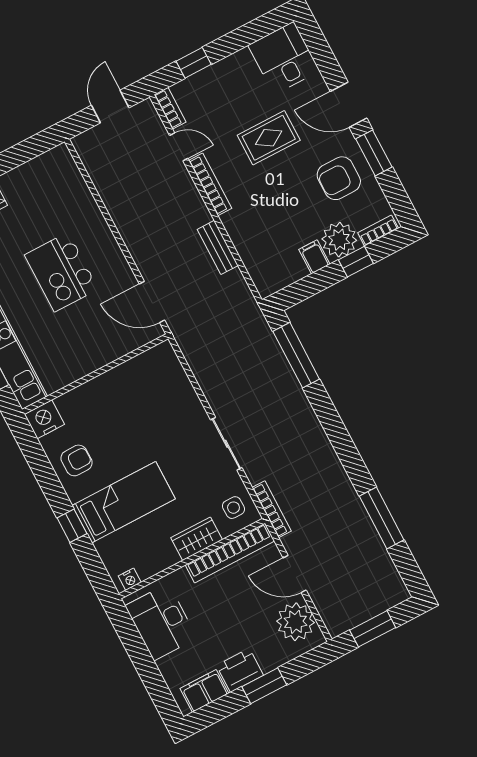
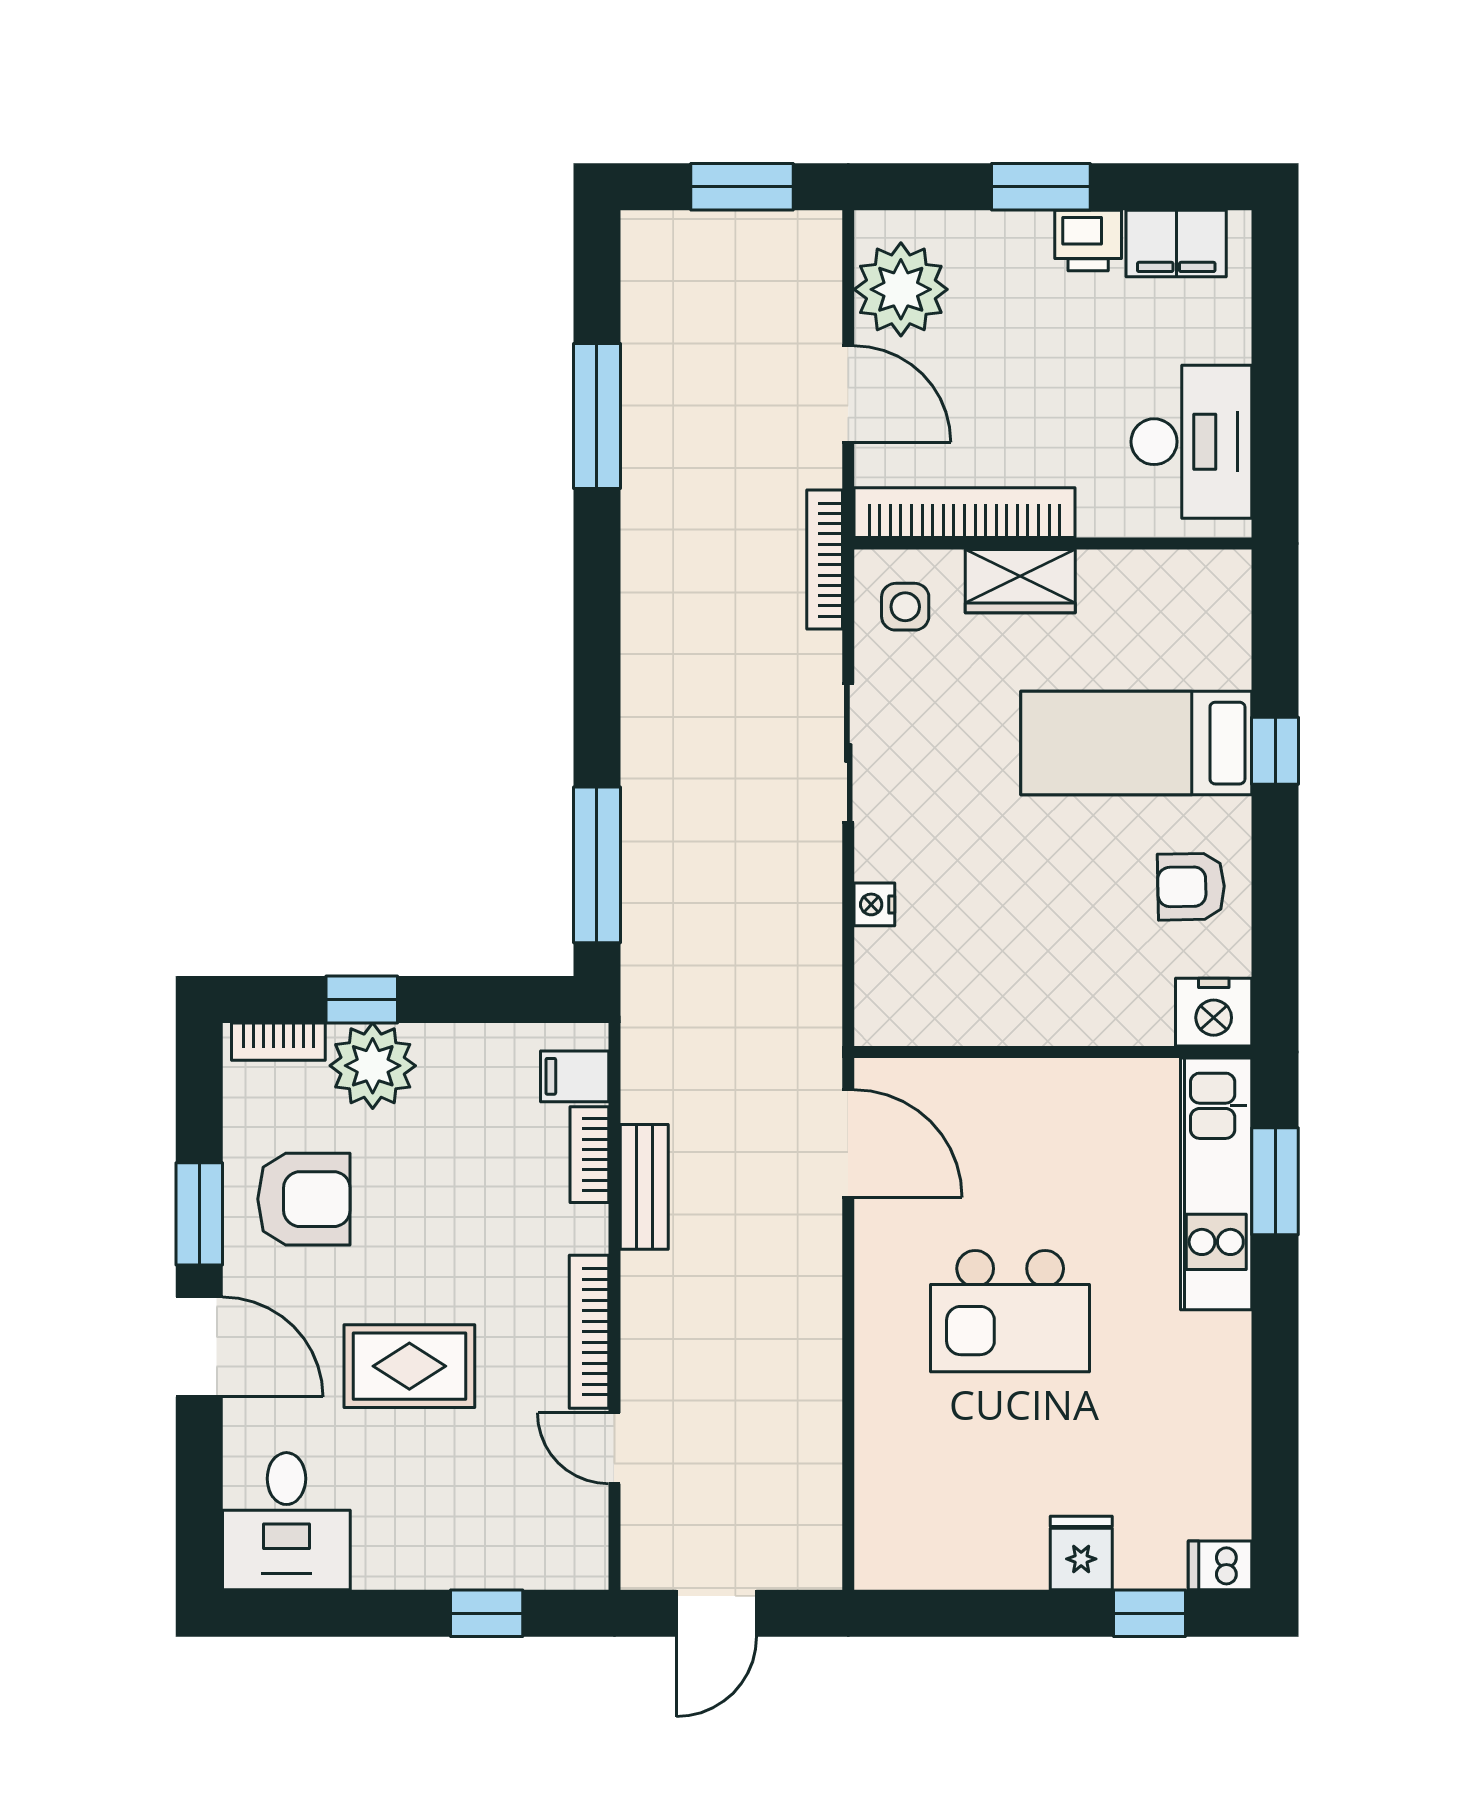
bookcase: (170, 108) -> (589, 1155), moved
filing cabinet: (314, 257) -> (575, 1076), moved, turned 90
kitchen island: (61, 272) -> (1010, 1311), turned 90
nightstand: (130, 579) -> (874, 904), moved, turned -90
printer: (240, 670) -> (1088, 240), width x0.73, depth x0.81

